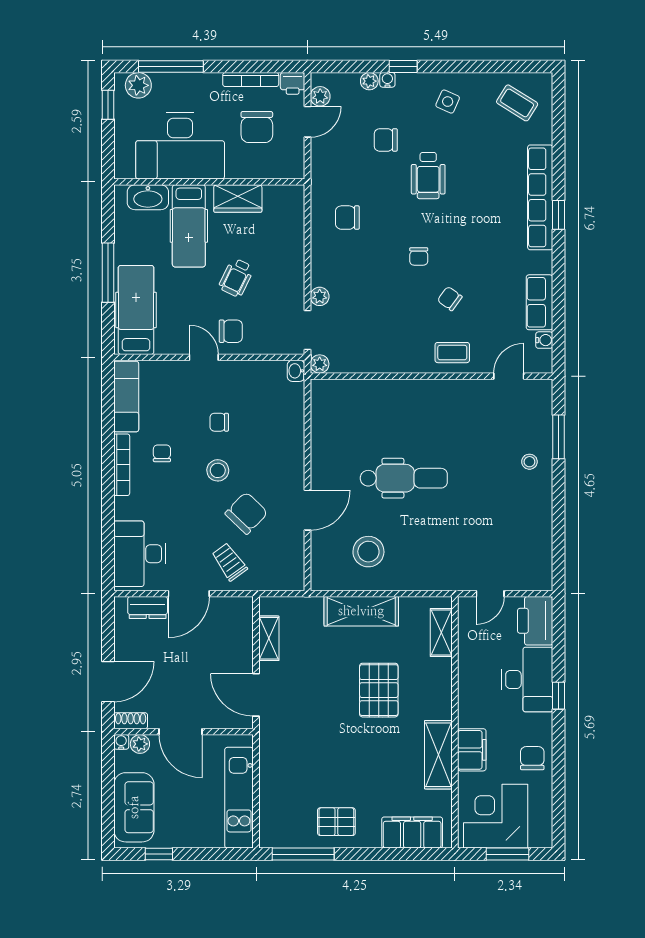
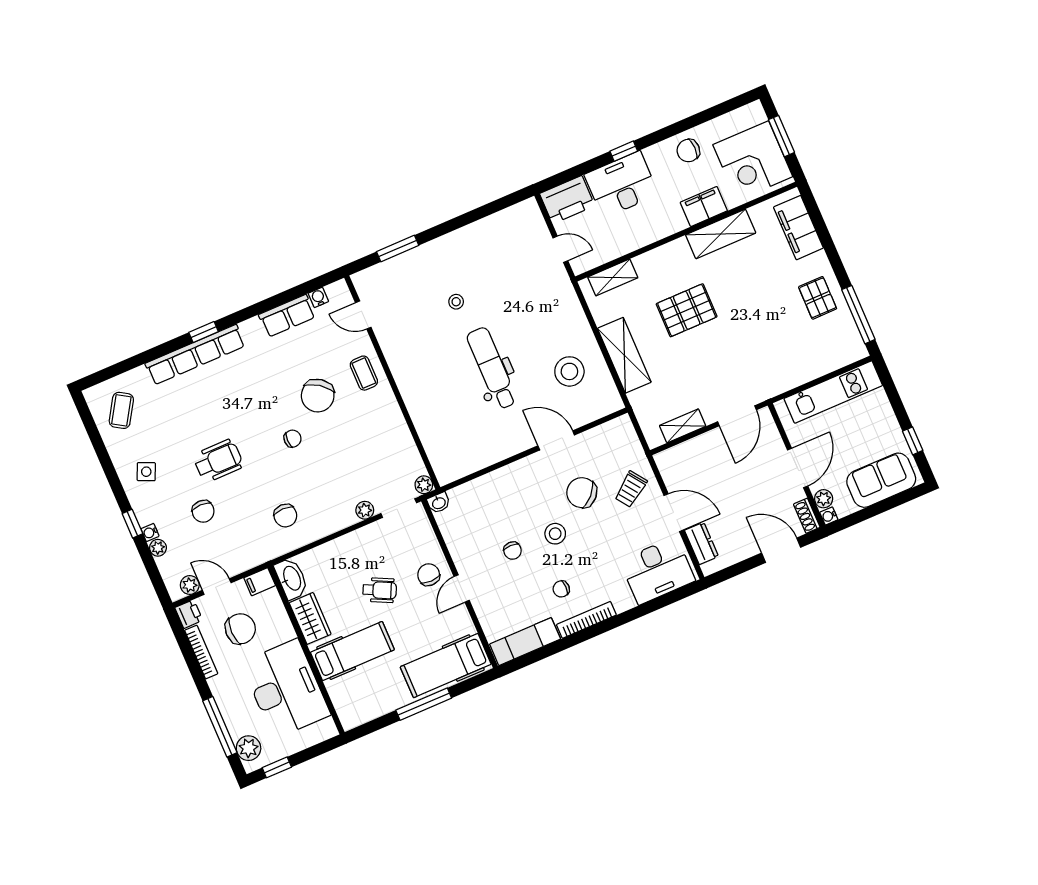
filing cabinet: (294, 165) -> (260, 582), added
washbasin: (148, 197) -> (291, 579), moved
chair: (450, 299) -> (318, 396), width x1.87, depth x1.87
stool: (529, 462) -> (456, 302), moved

